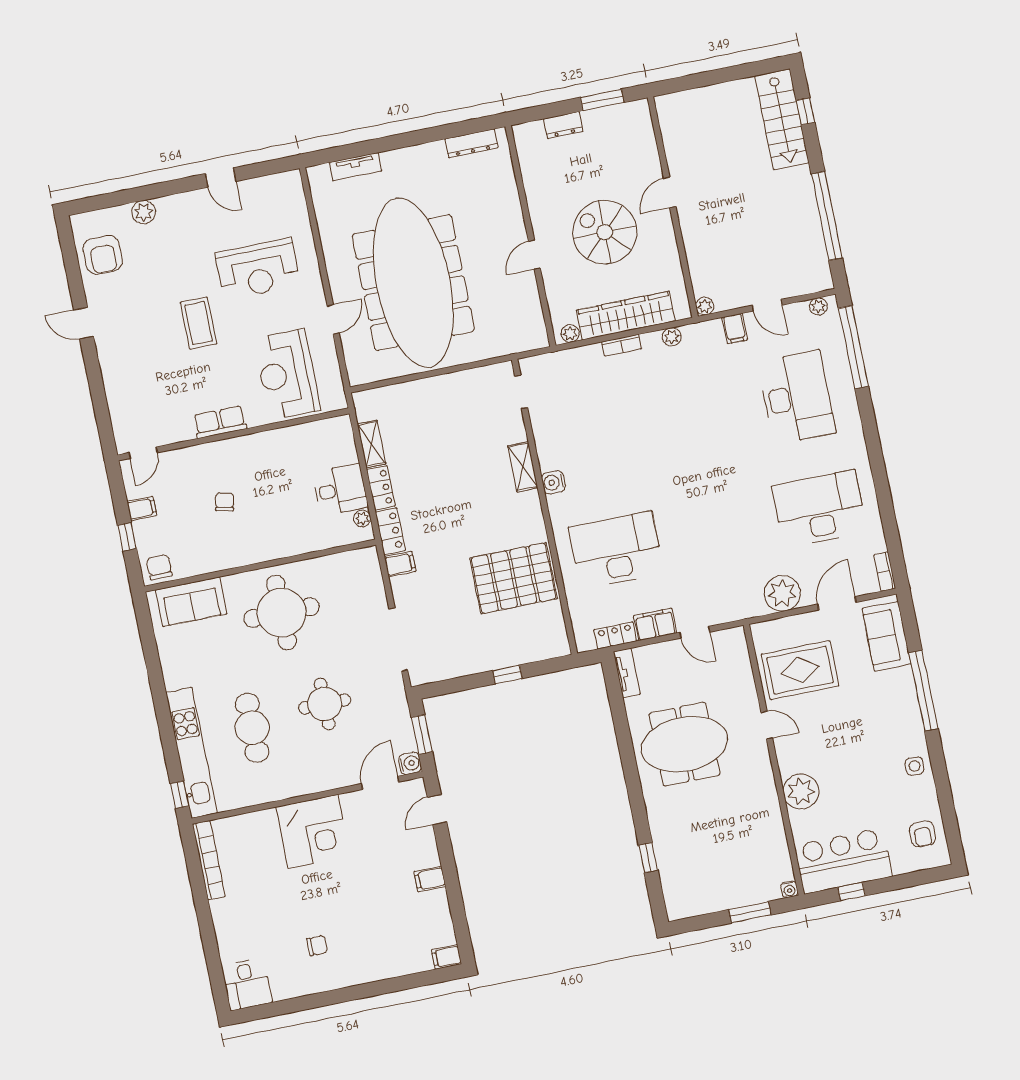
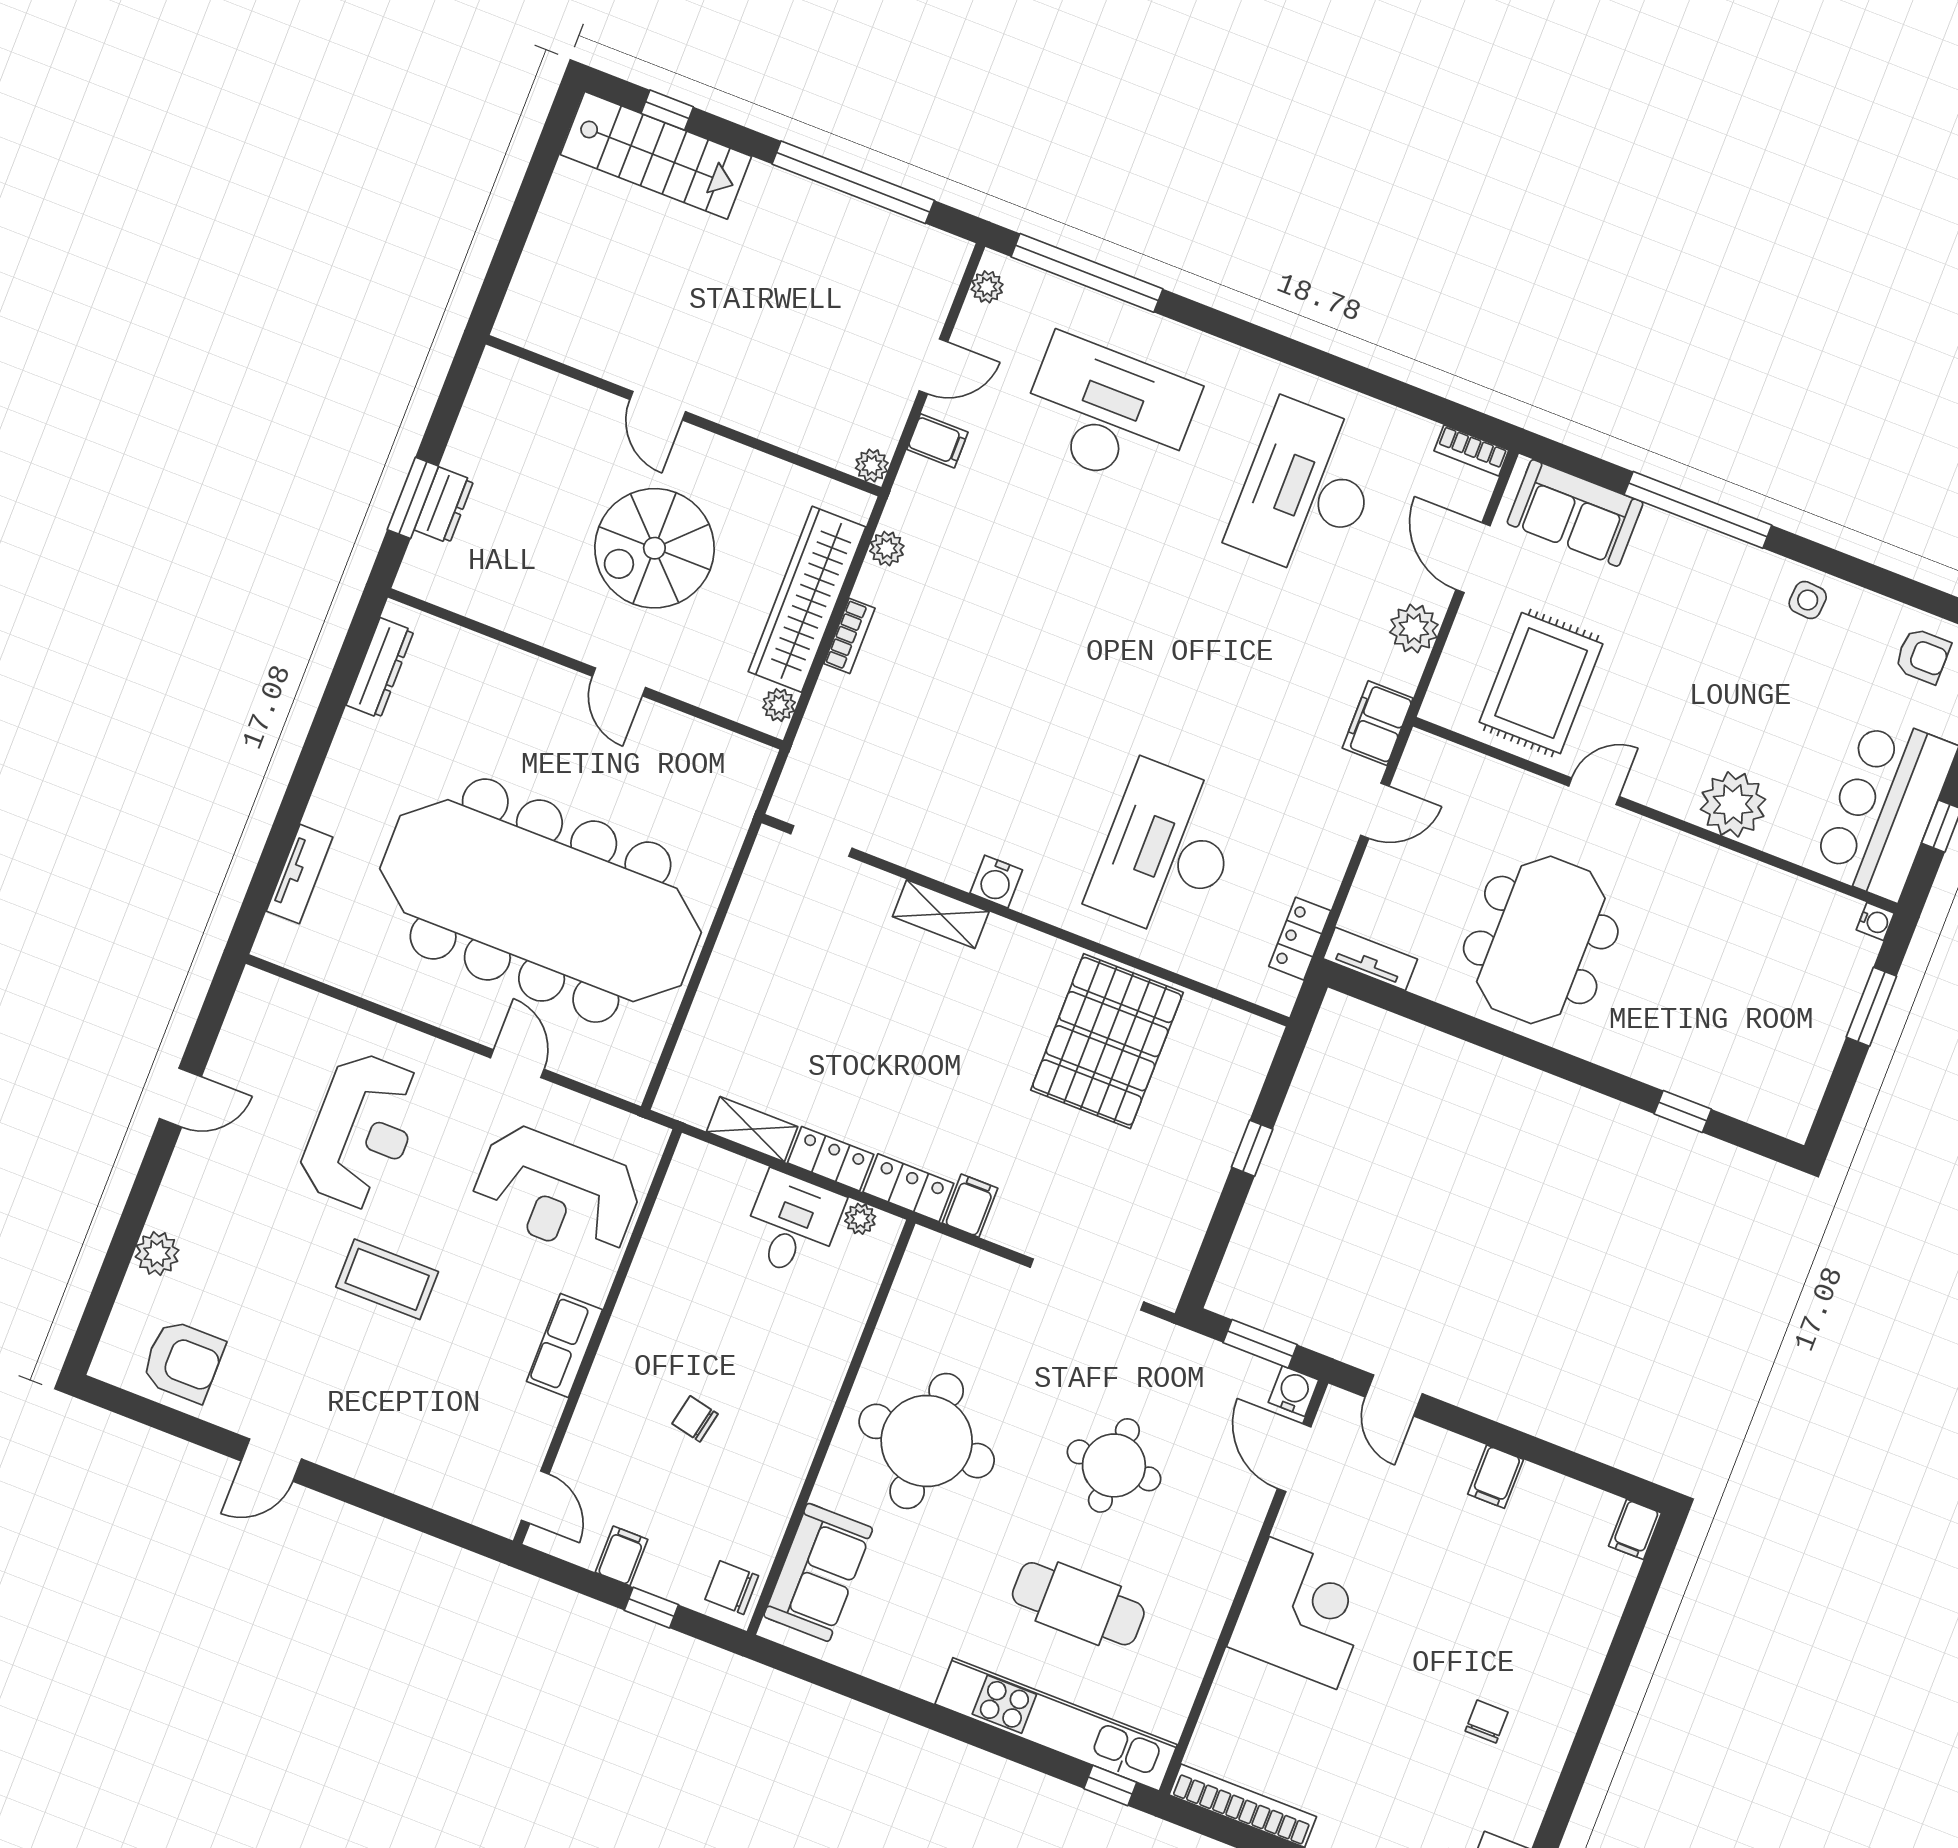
window: (602, 100) -> (413, 498), moved
plant: (782, 593) -> (1414, 629), width x0.73, depth x0.73
filing cabinet: (655, 624) -> (1378, 723), moved

